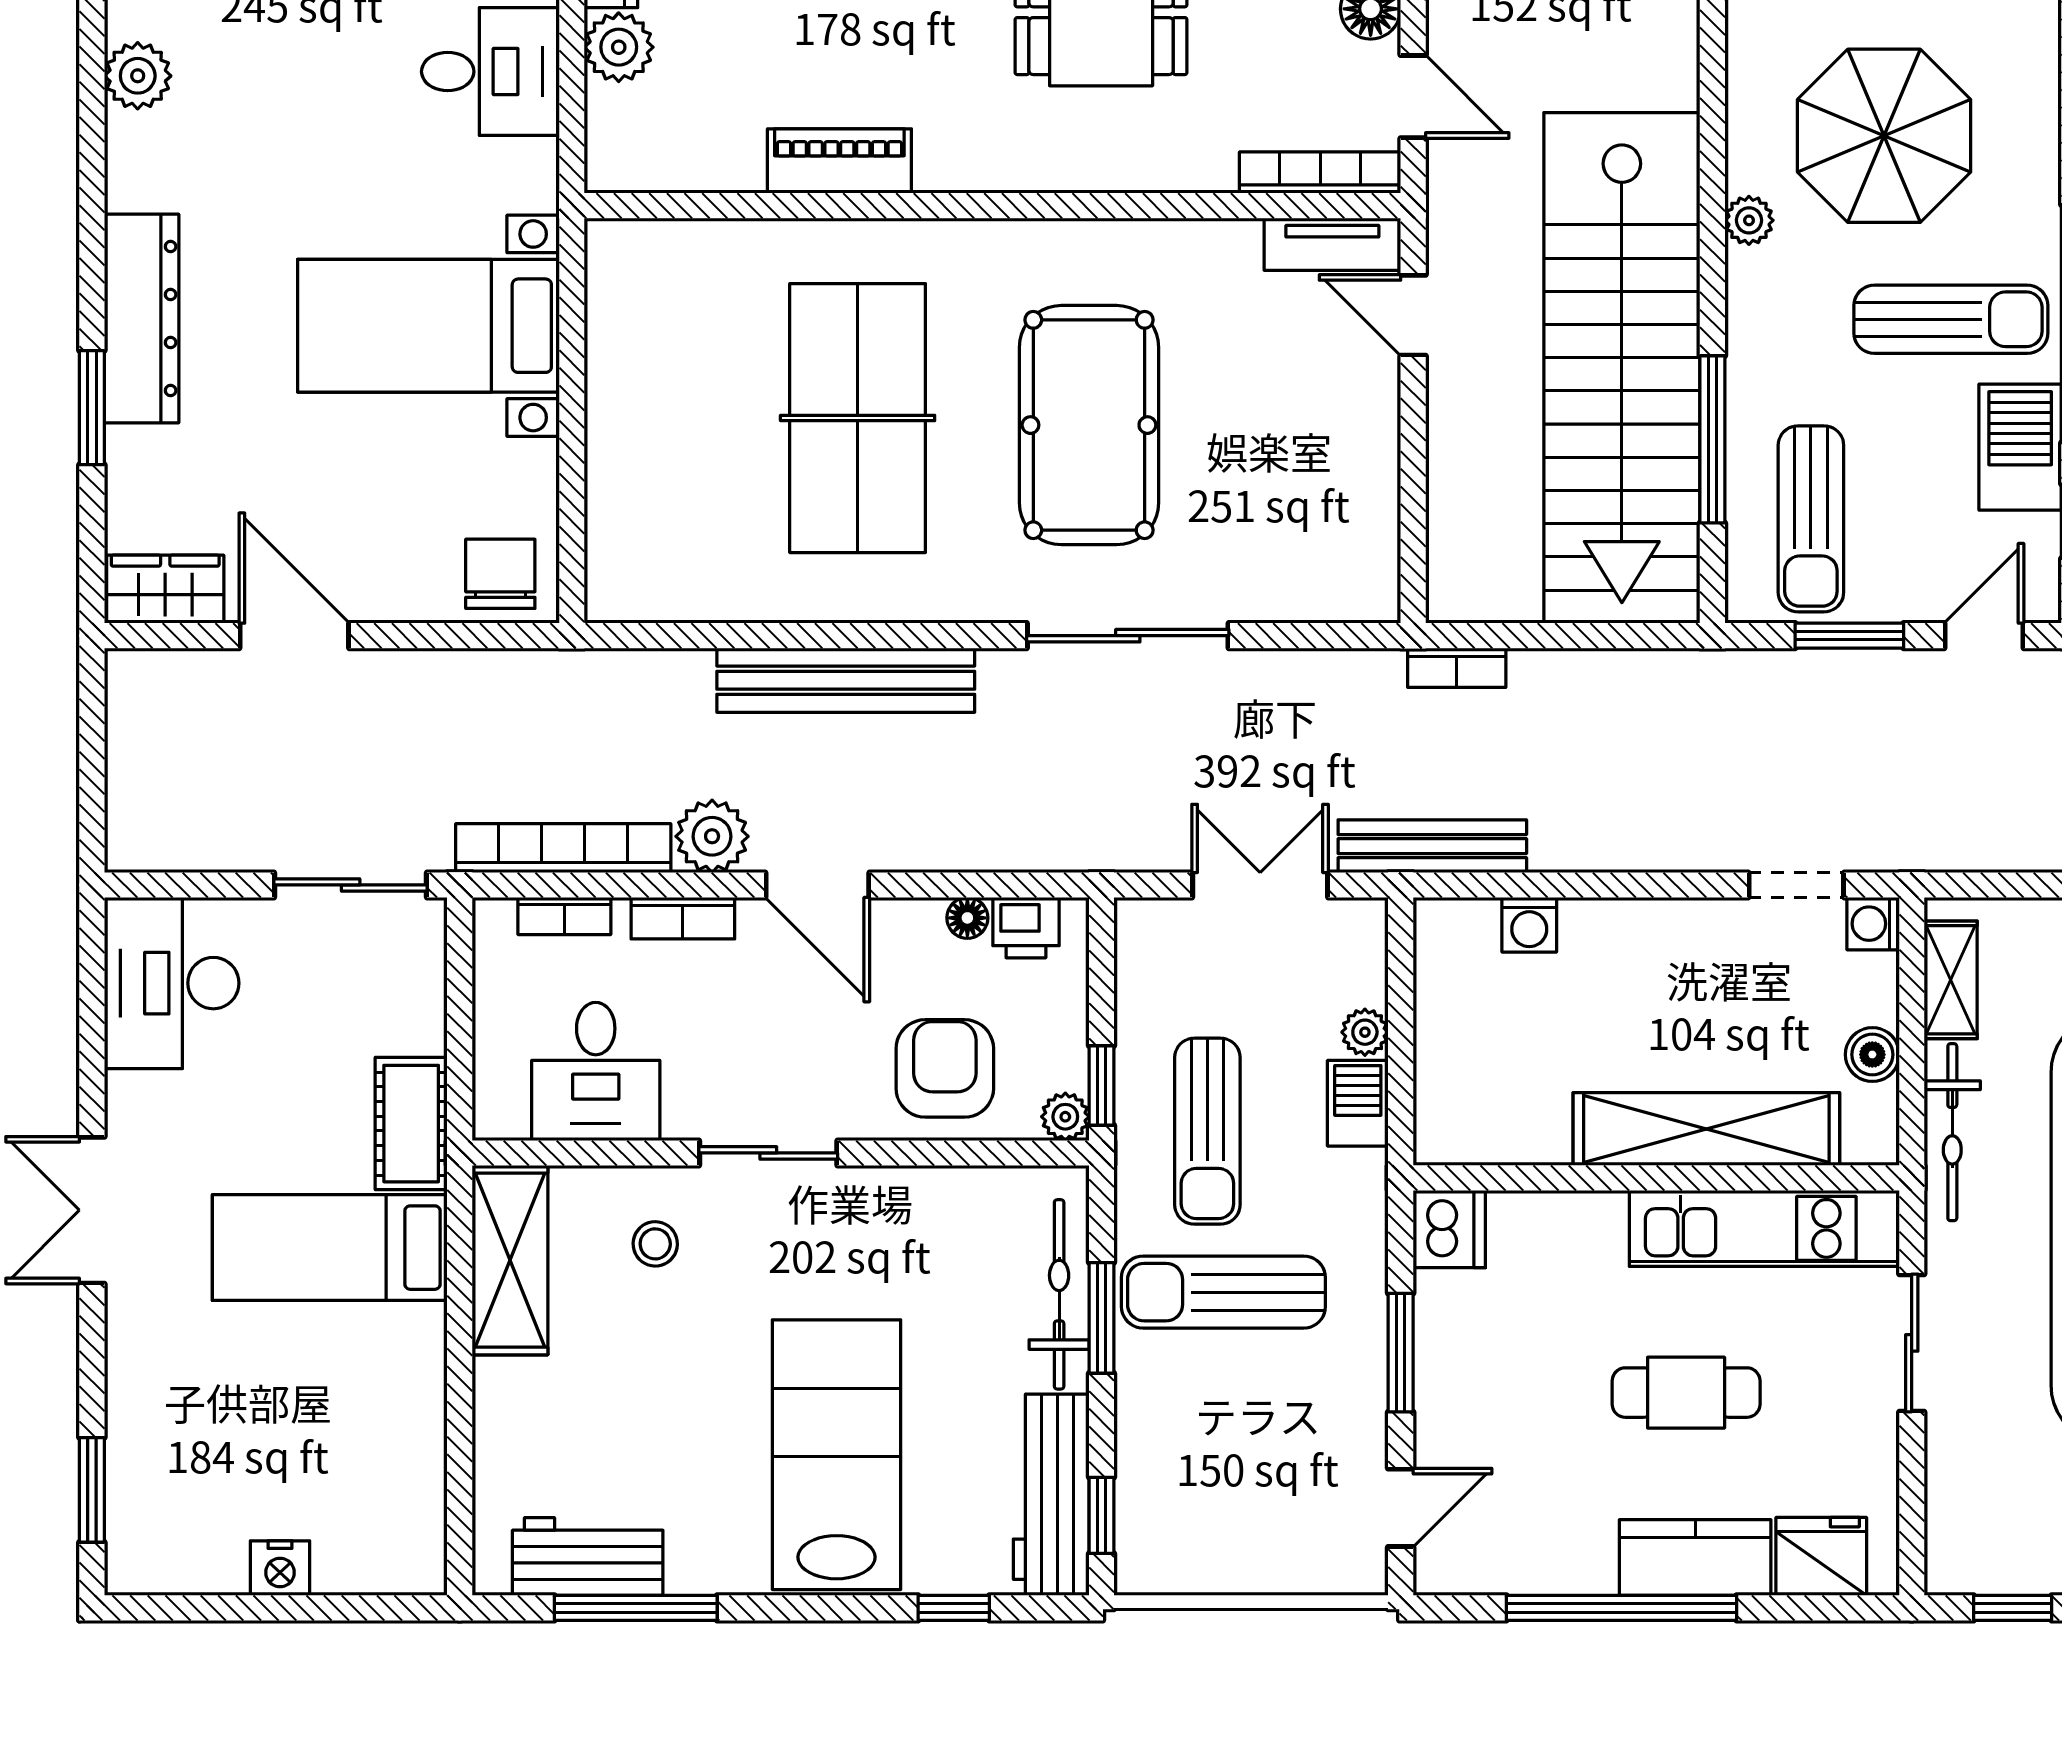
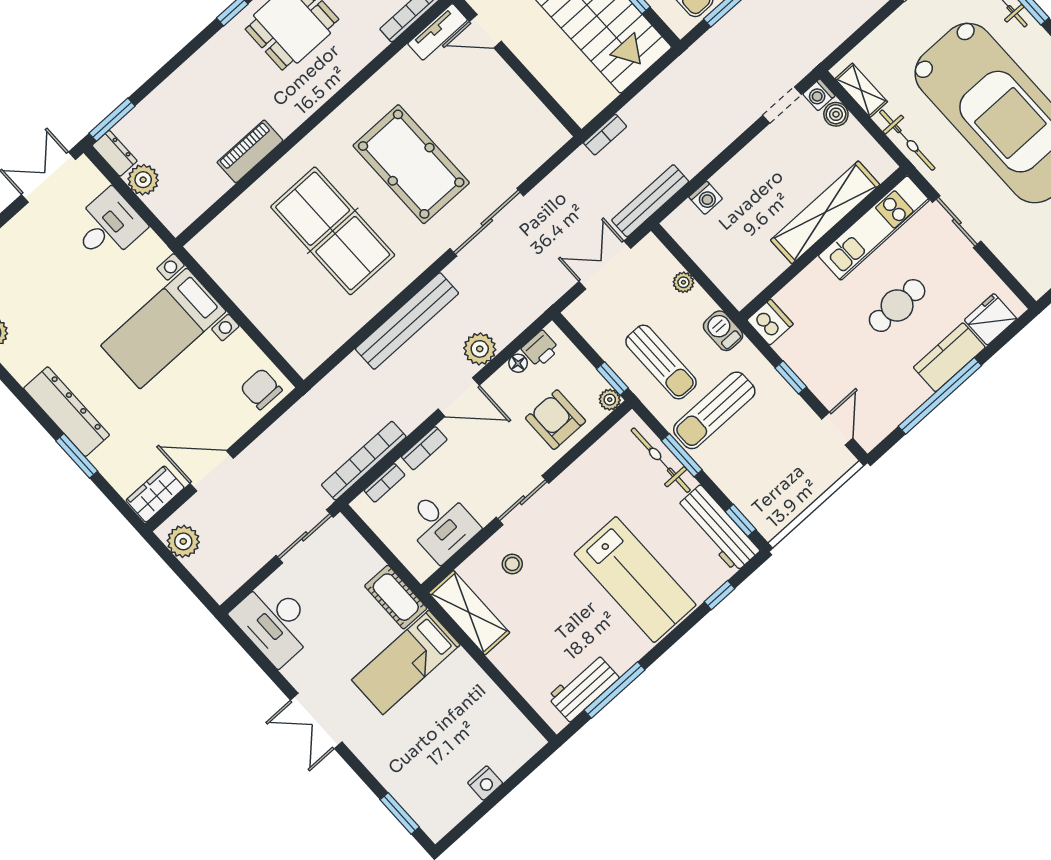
plant: (141, 711) -> (183, 541), added
plant: (712, 836) -> (480, 349), moved
boiler: (1872, 1055) -> (836, 114), moved
barbecue: (1358, 1103) -> (723, 331), moved
window: (1401, 1353) -> (791, 377), width x0.67
lab bench: (837, 1455) -> (635, 580), turned 180

